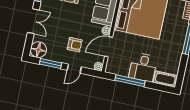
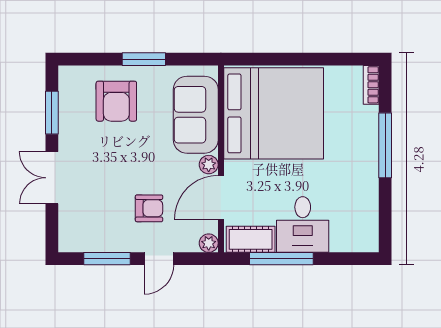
double door: (33, 21) -> (52, 178), swing flipped
floor lamp: (38, 50) -> (75, 235), removed
cot: (165, 79) -> (251, 239), moved

